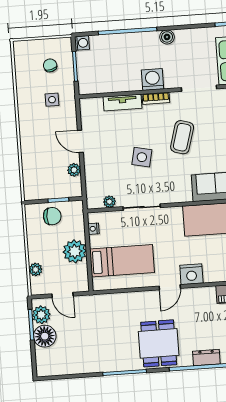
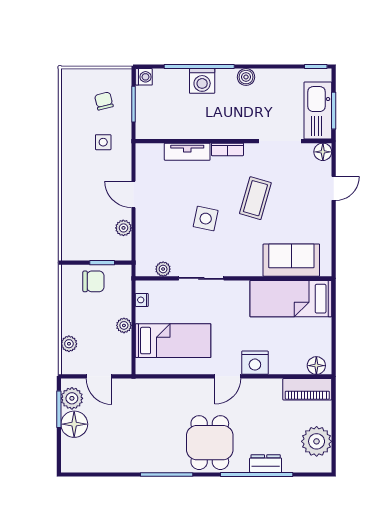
washing machine: (152, 79) -> (202, 81), moved, turned 180
plant: (75, 251) -> (124, 325), width x0.53, depth x0.53

